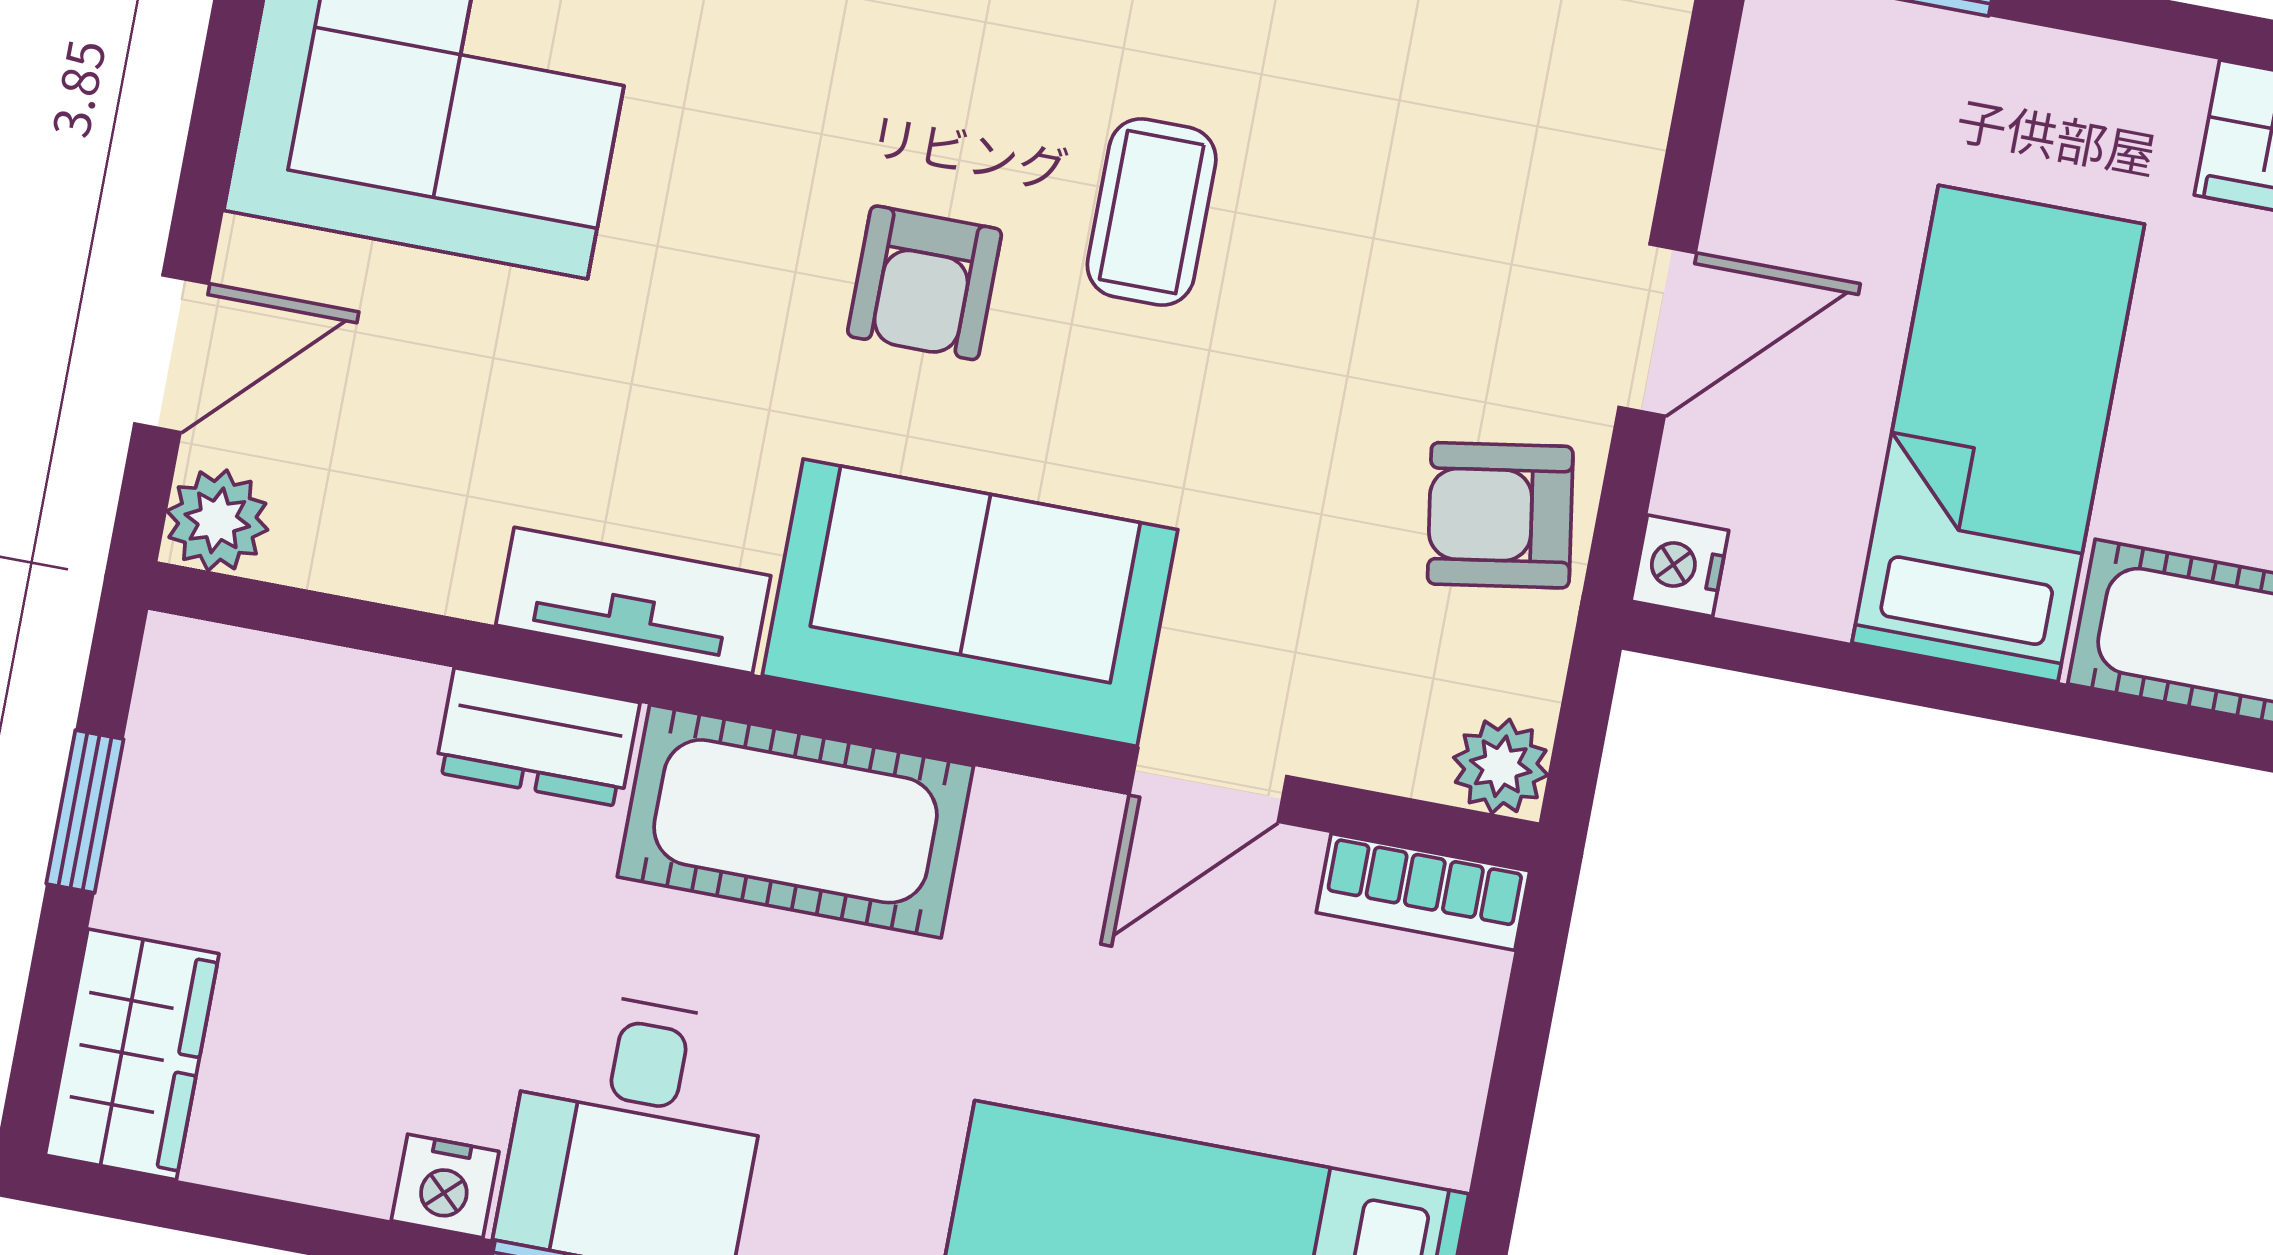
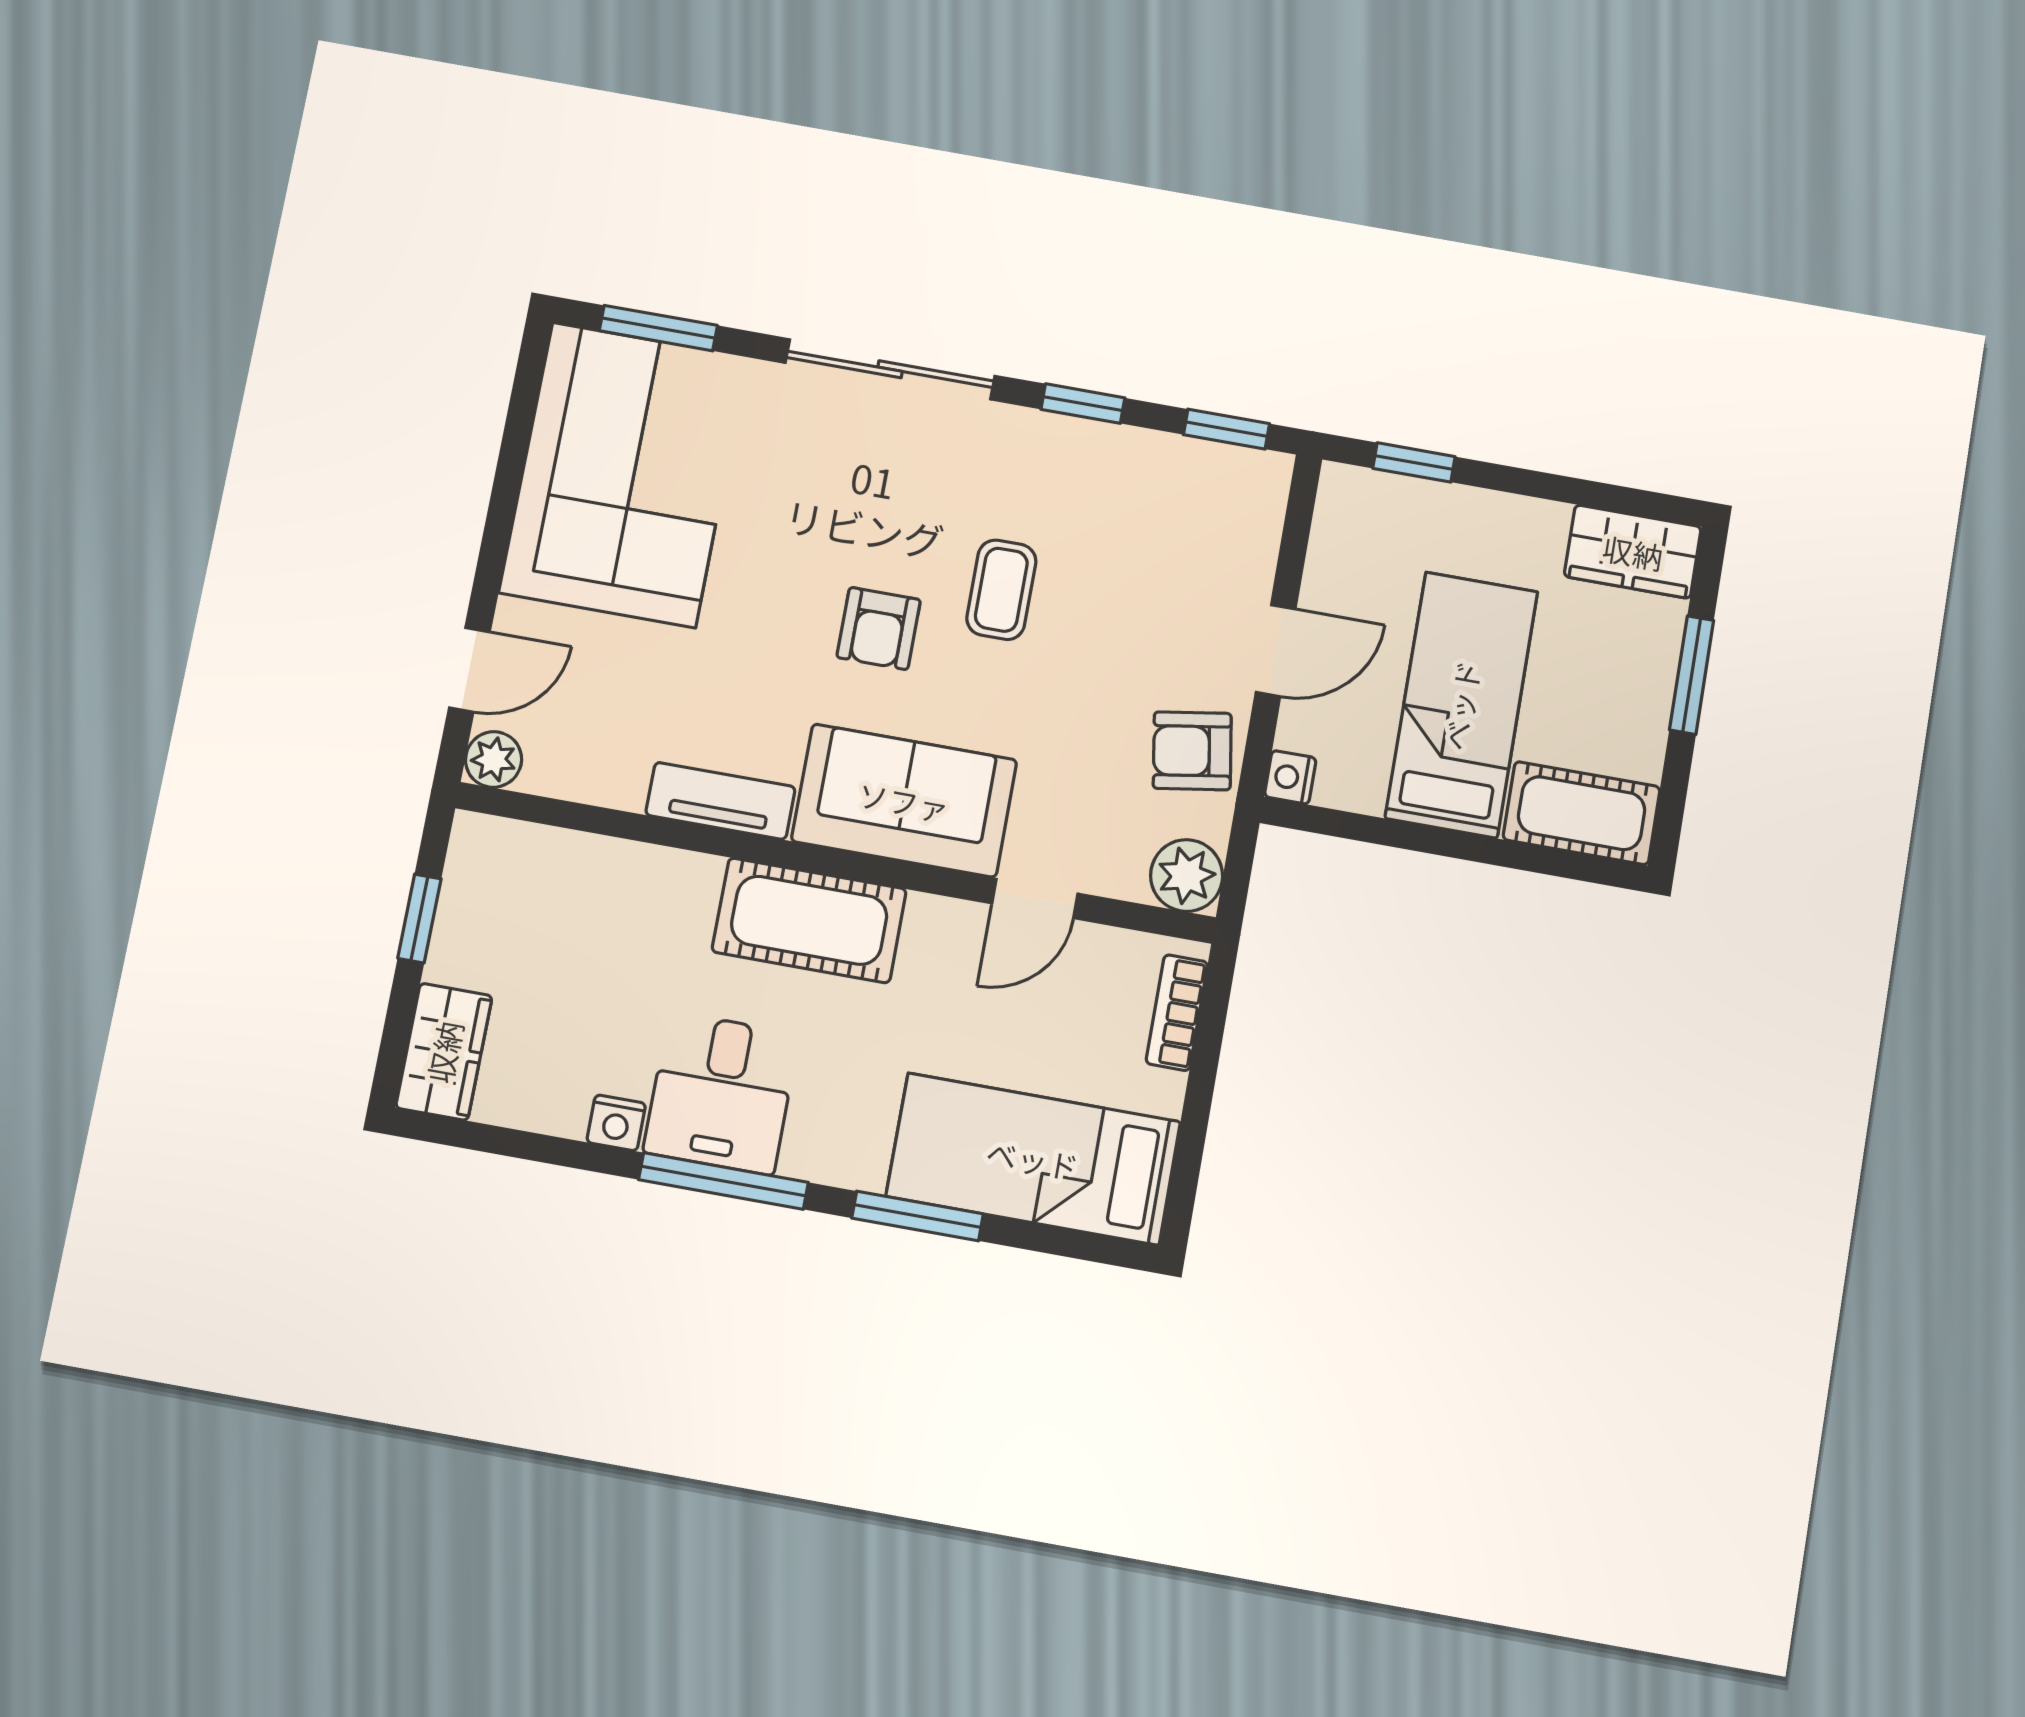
dresser: (537, 737) -> (668, 876), removed
plant: (1501, 766) -> (1187, 876), width x1.38, depth x1.38
bookcase: (1423, 892) -> (1177, 1013), moved, turned 90

